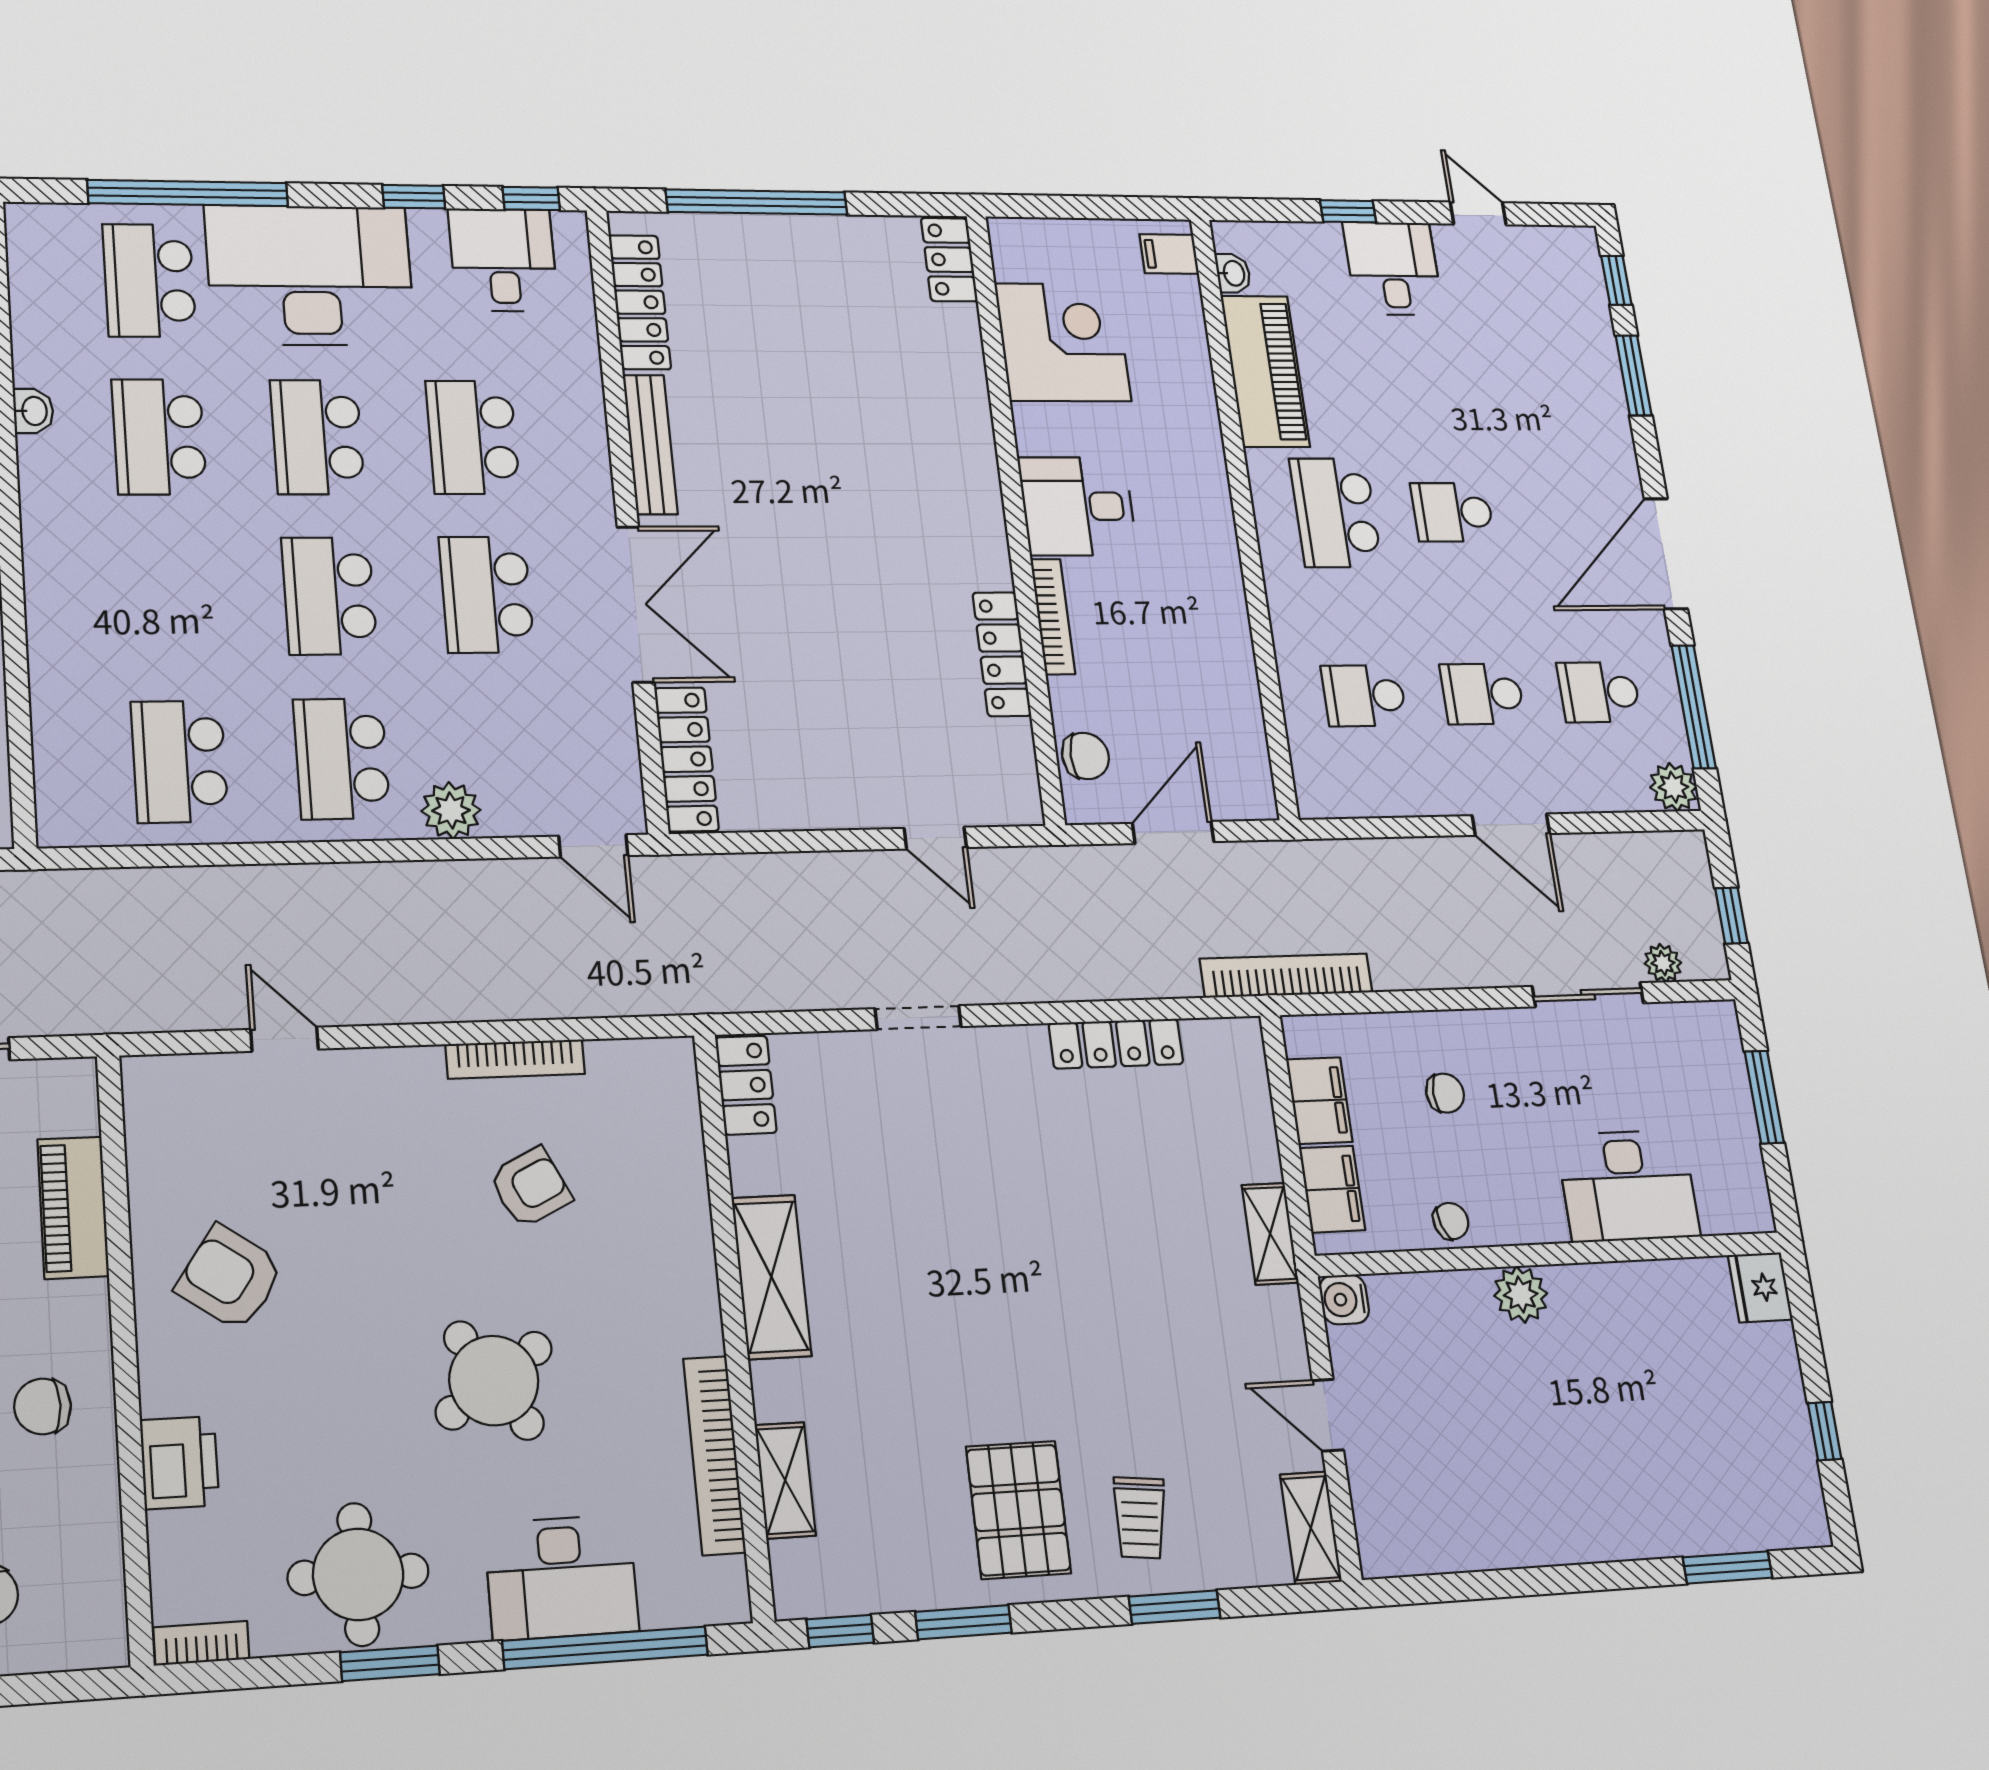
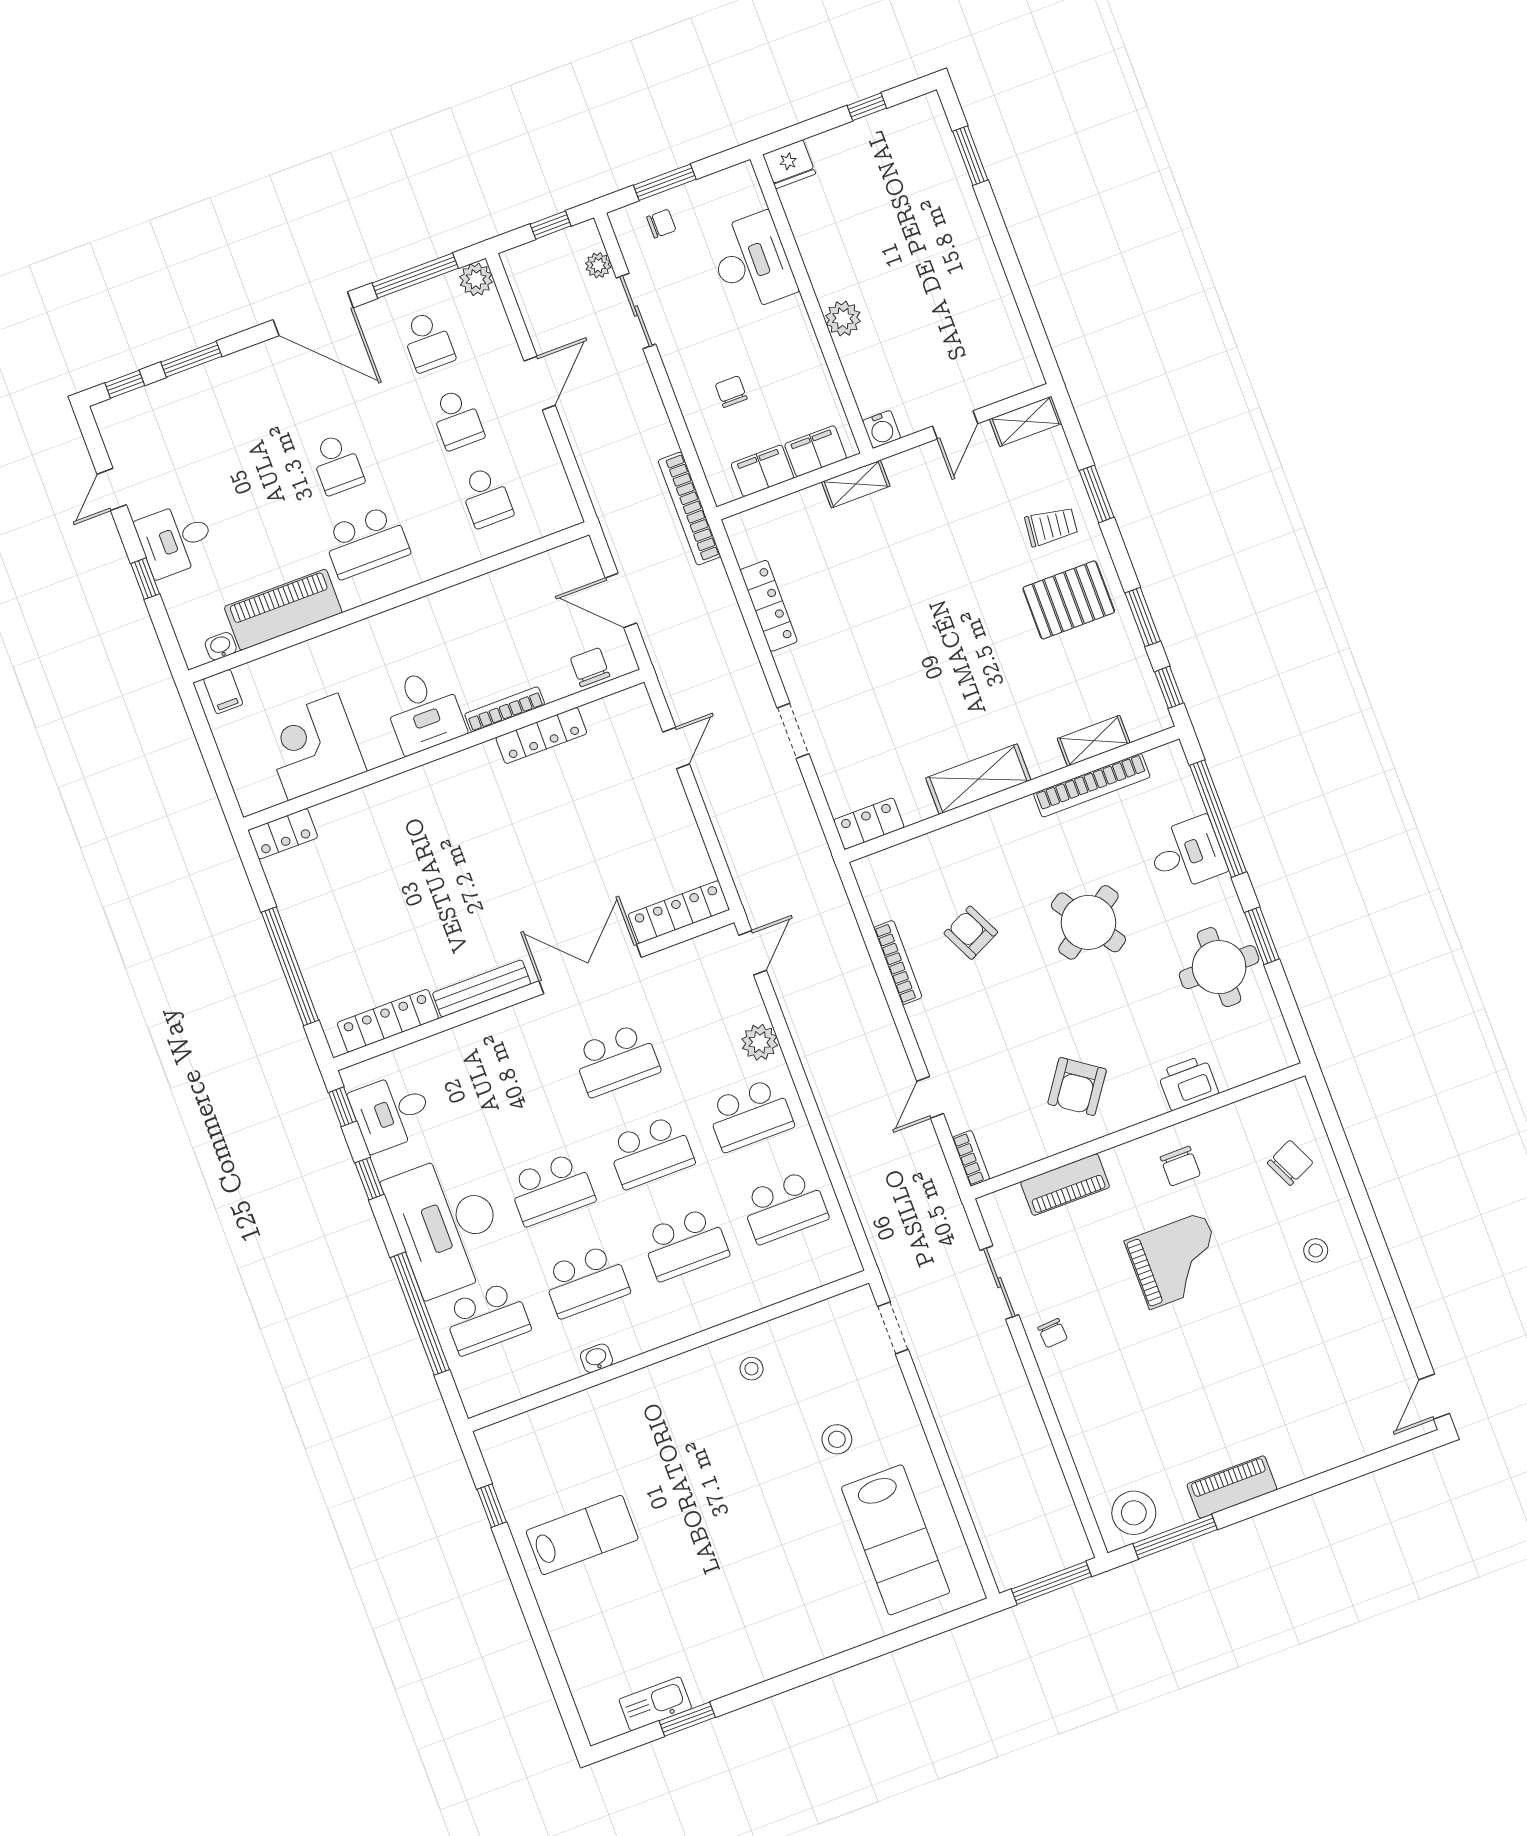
school desk: (473, 437) -> (685, 1244), moved
chair: (1451, 1221) -> (661, 224), moved, turned 109
desk: (561, 1577) -> (1187, 854), width x0.73
bookcase: (201, 1643) -> (971, 1158), moved, turned 180

